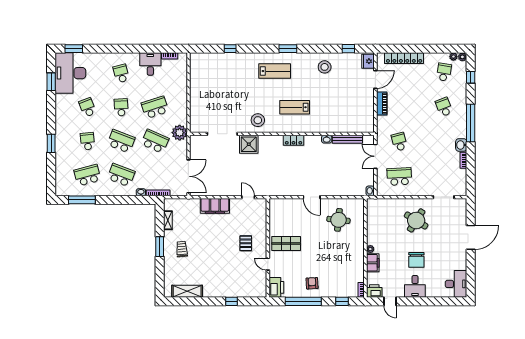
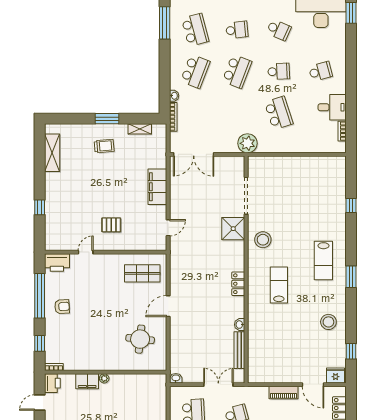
school desk: (87, 107) -> (279, 30), turned 45
school desk: (155, 141) -> (237, 113), removed
shop shelf: (286, 243) -> (142, 273), moved, turned 90

